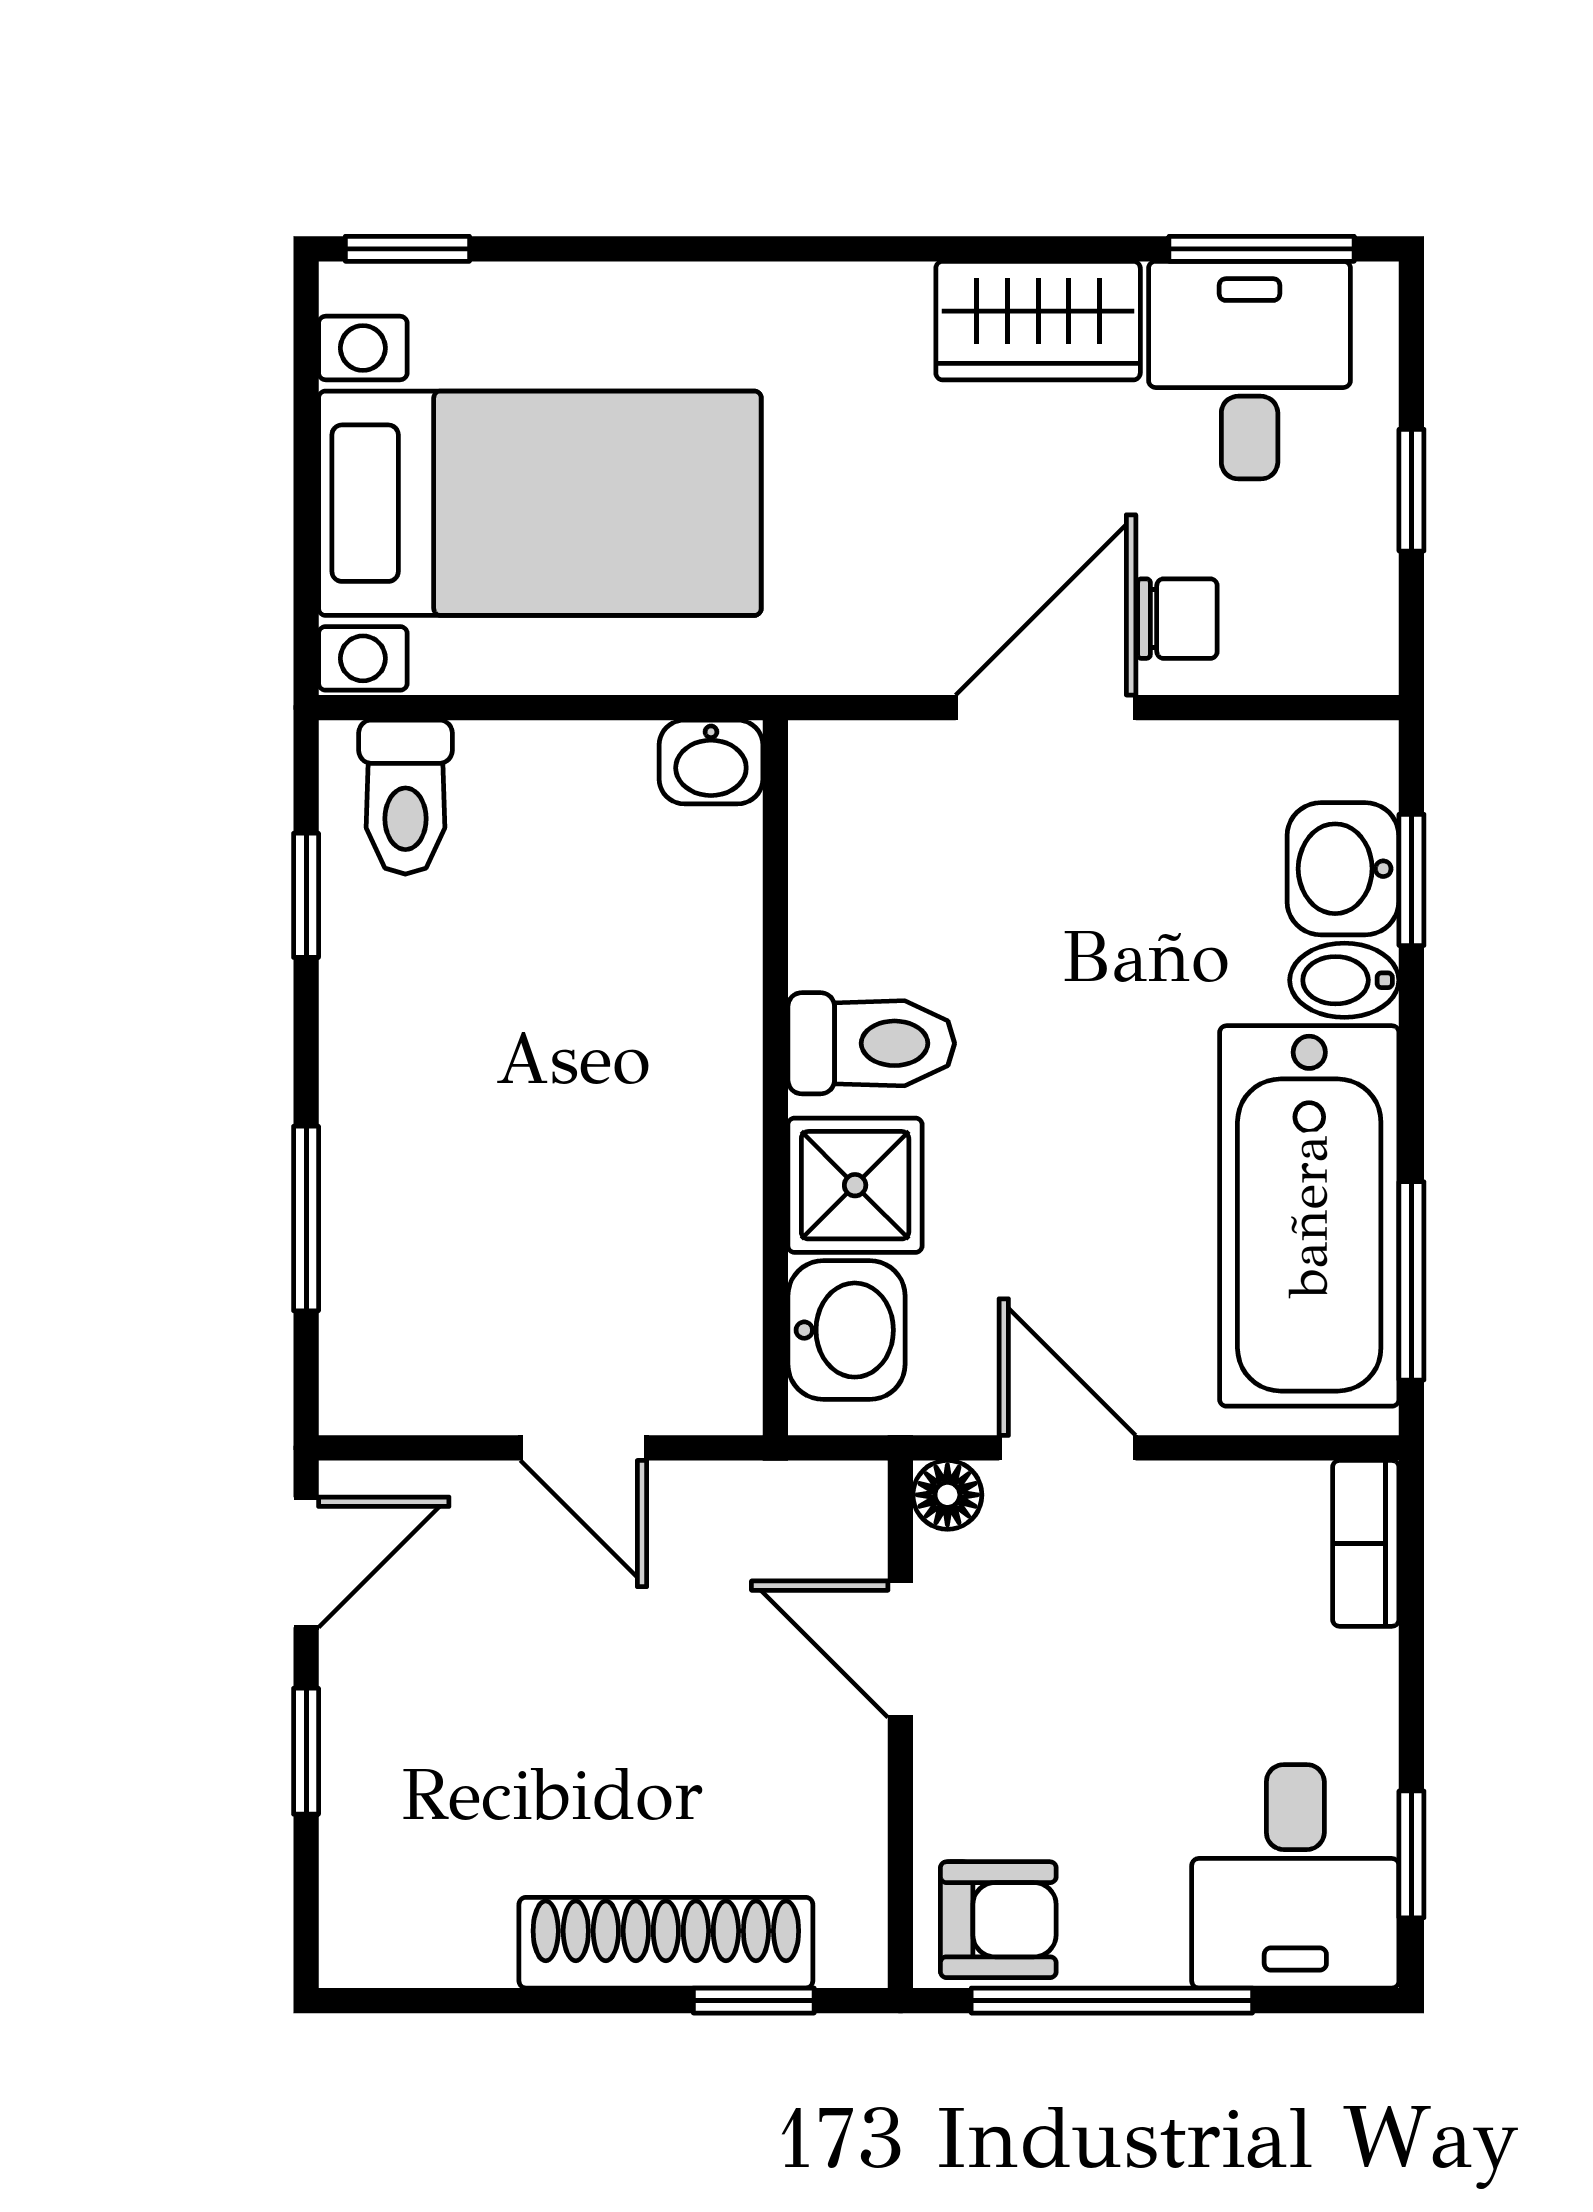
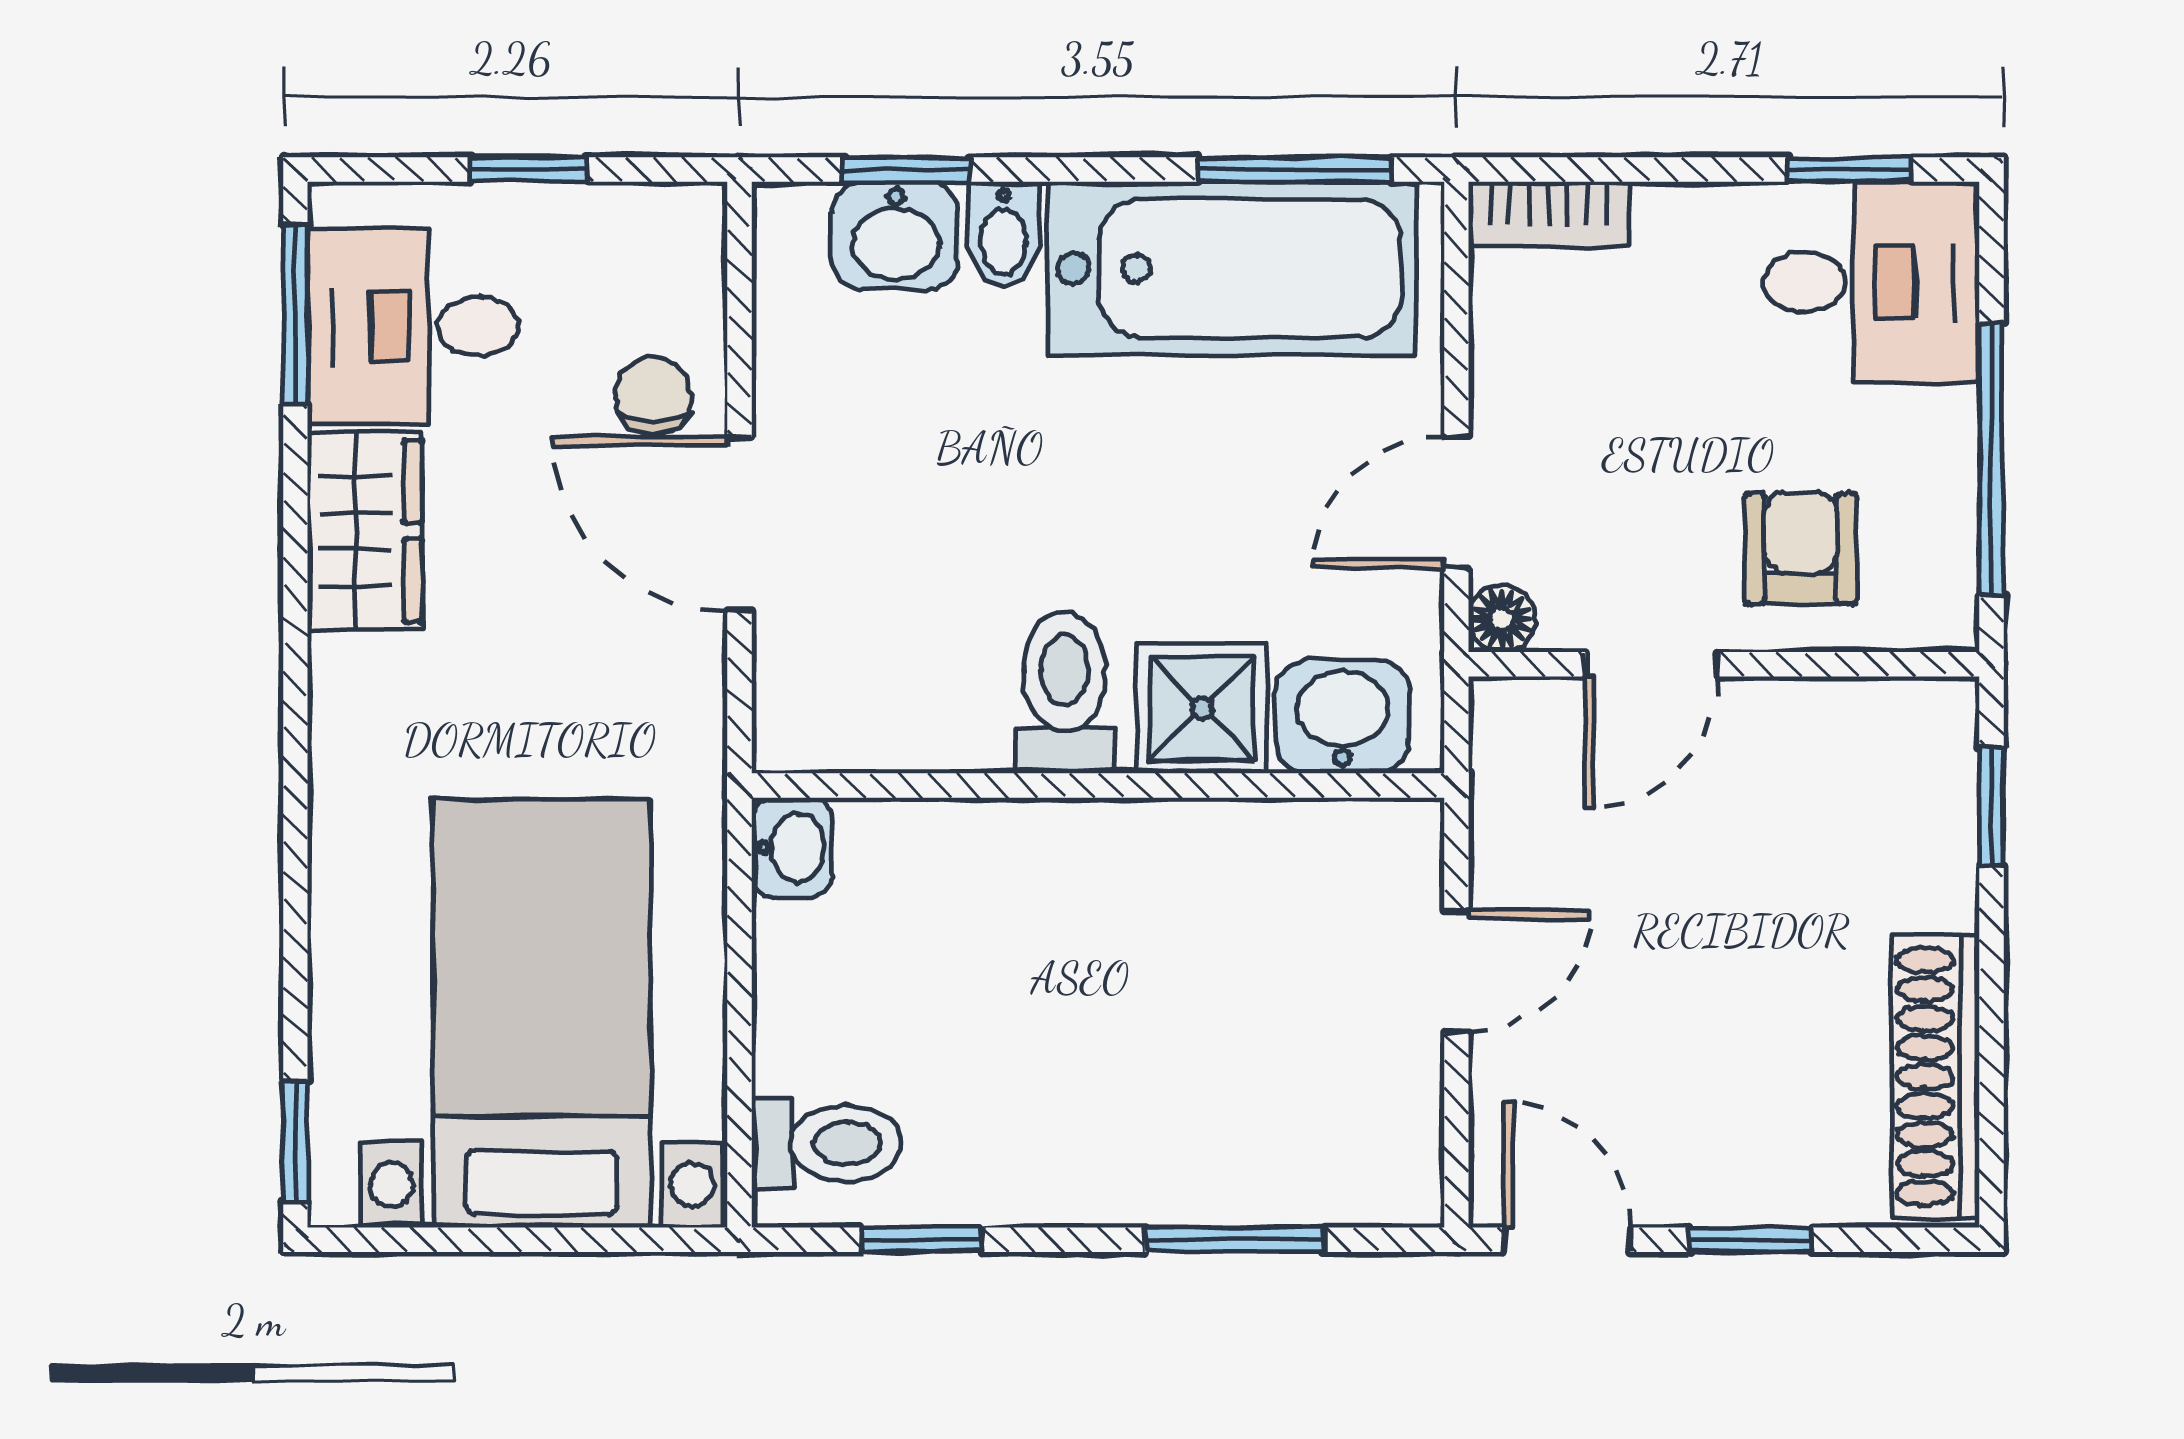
armchair: (998, 1920) -> (1801, 548), moved
shoe rack: (666, 1943) -> (1935, 1077), moved

